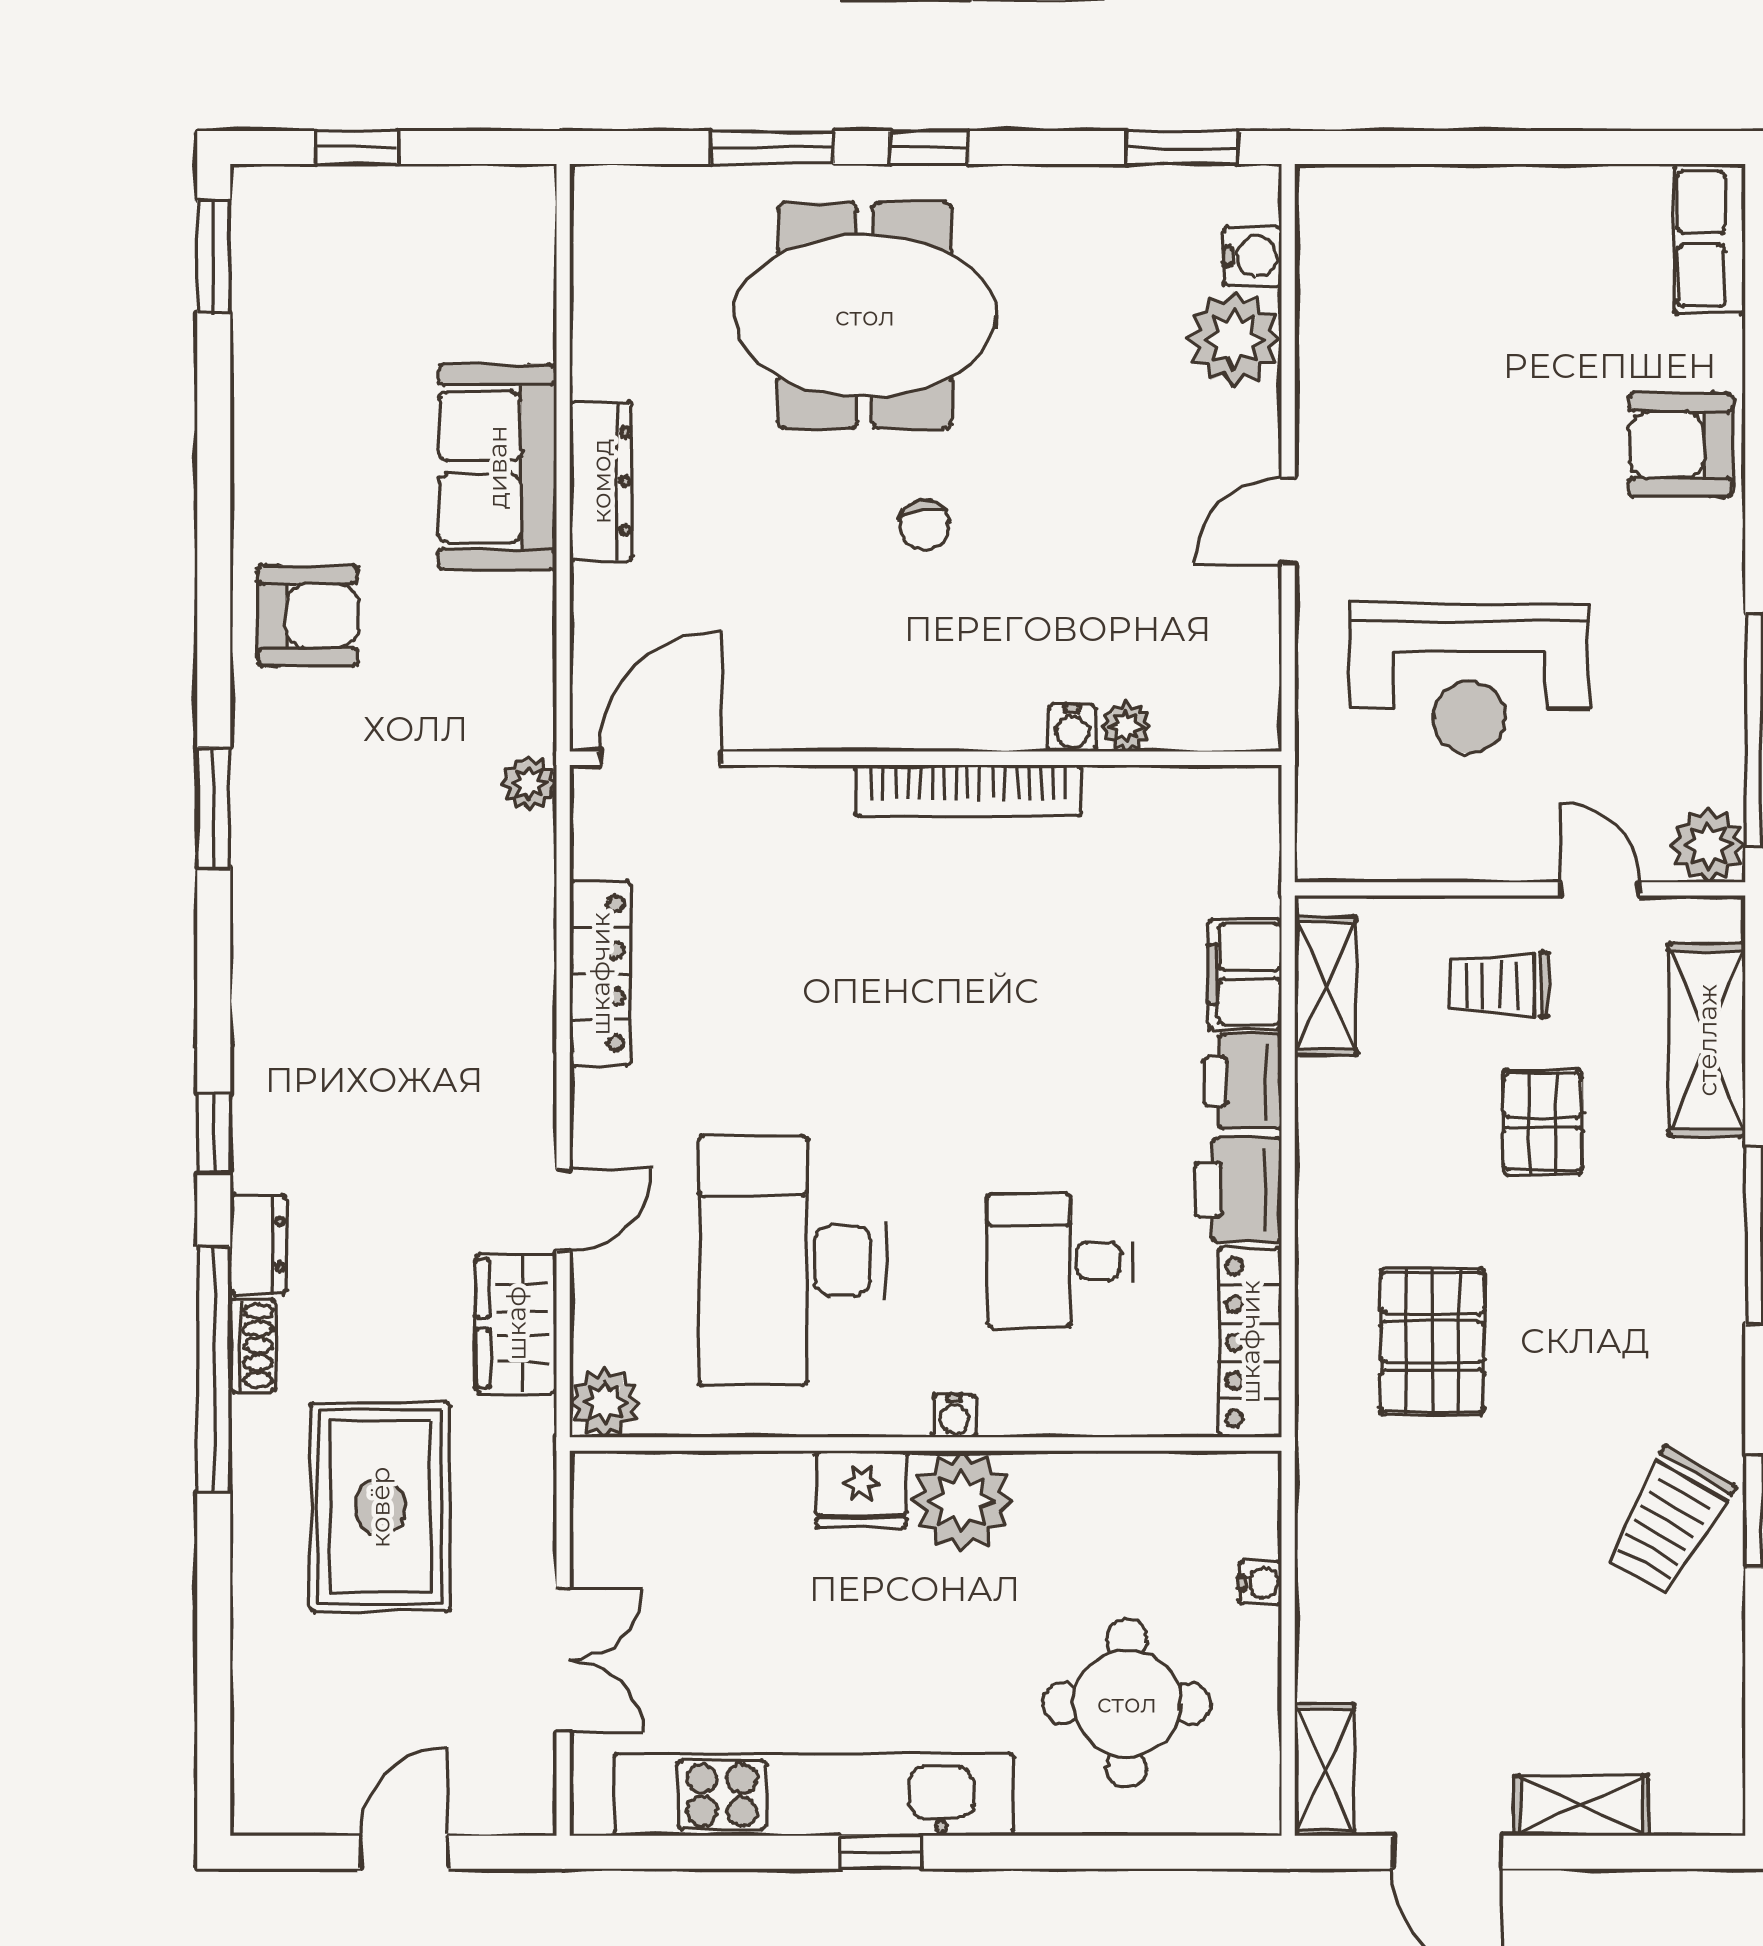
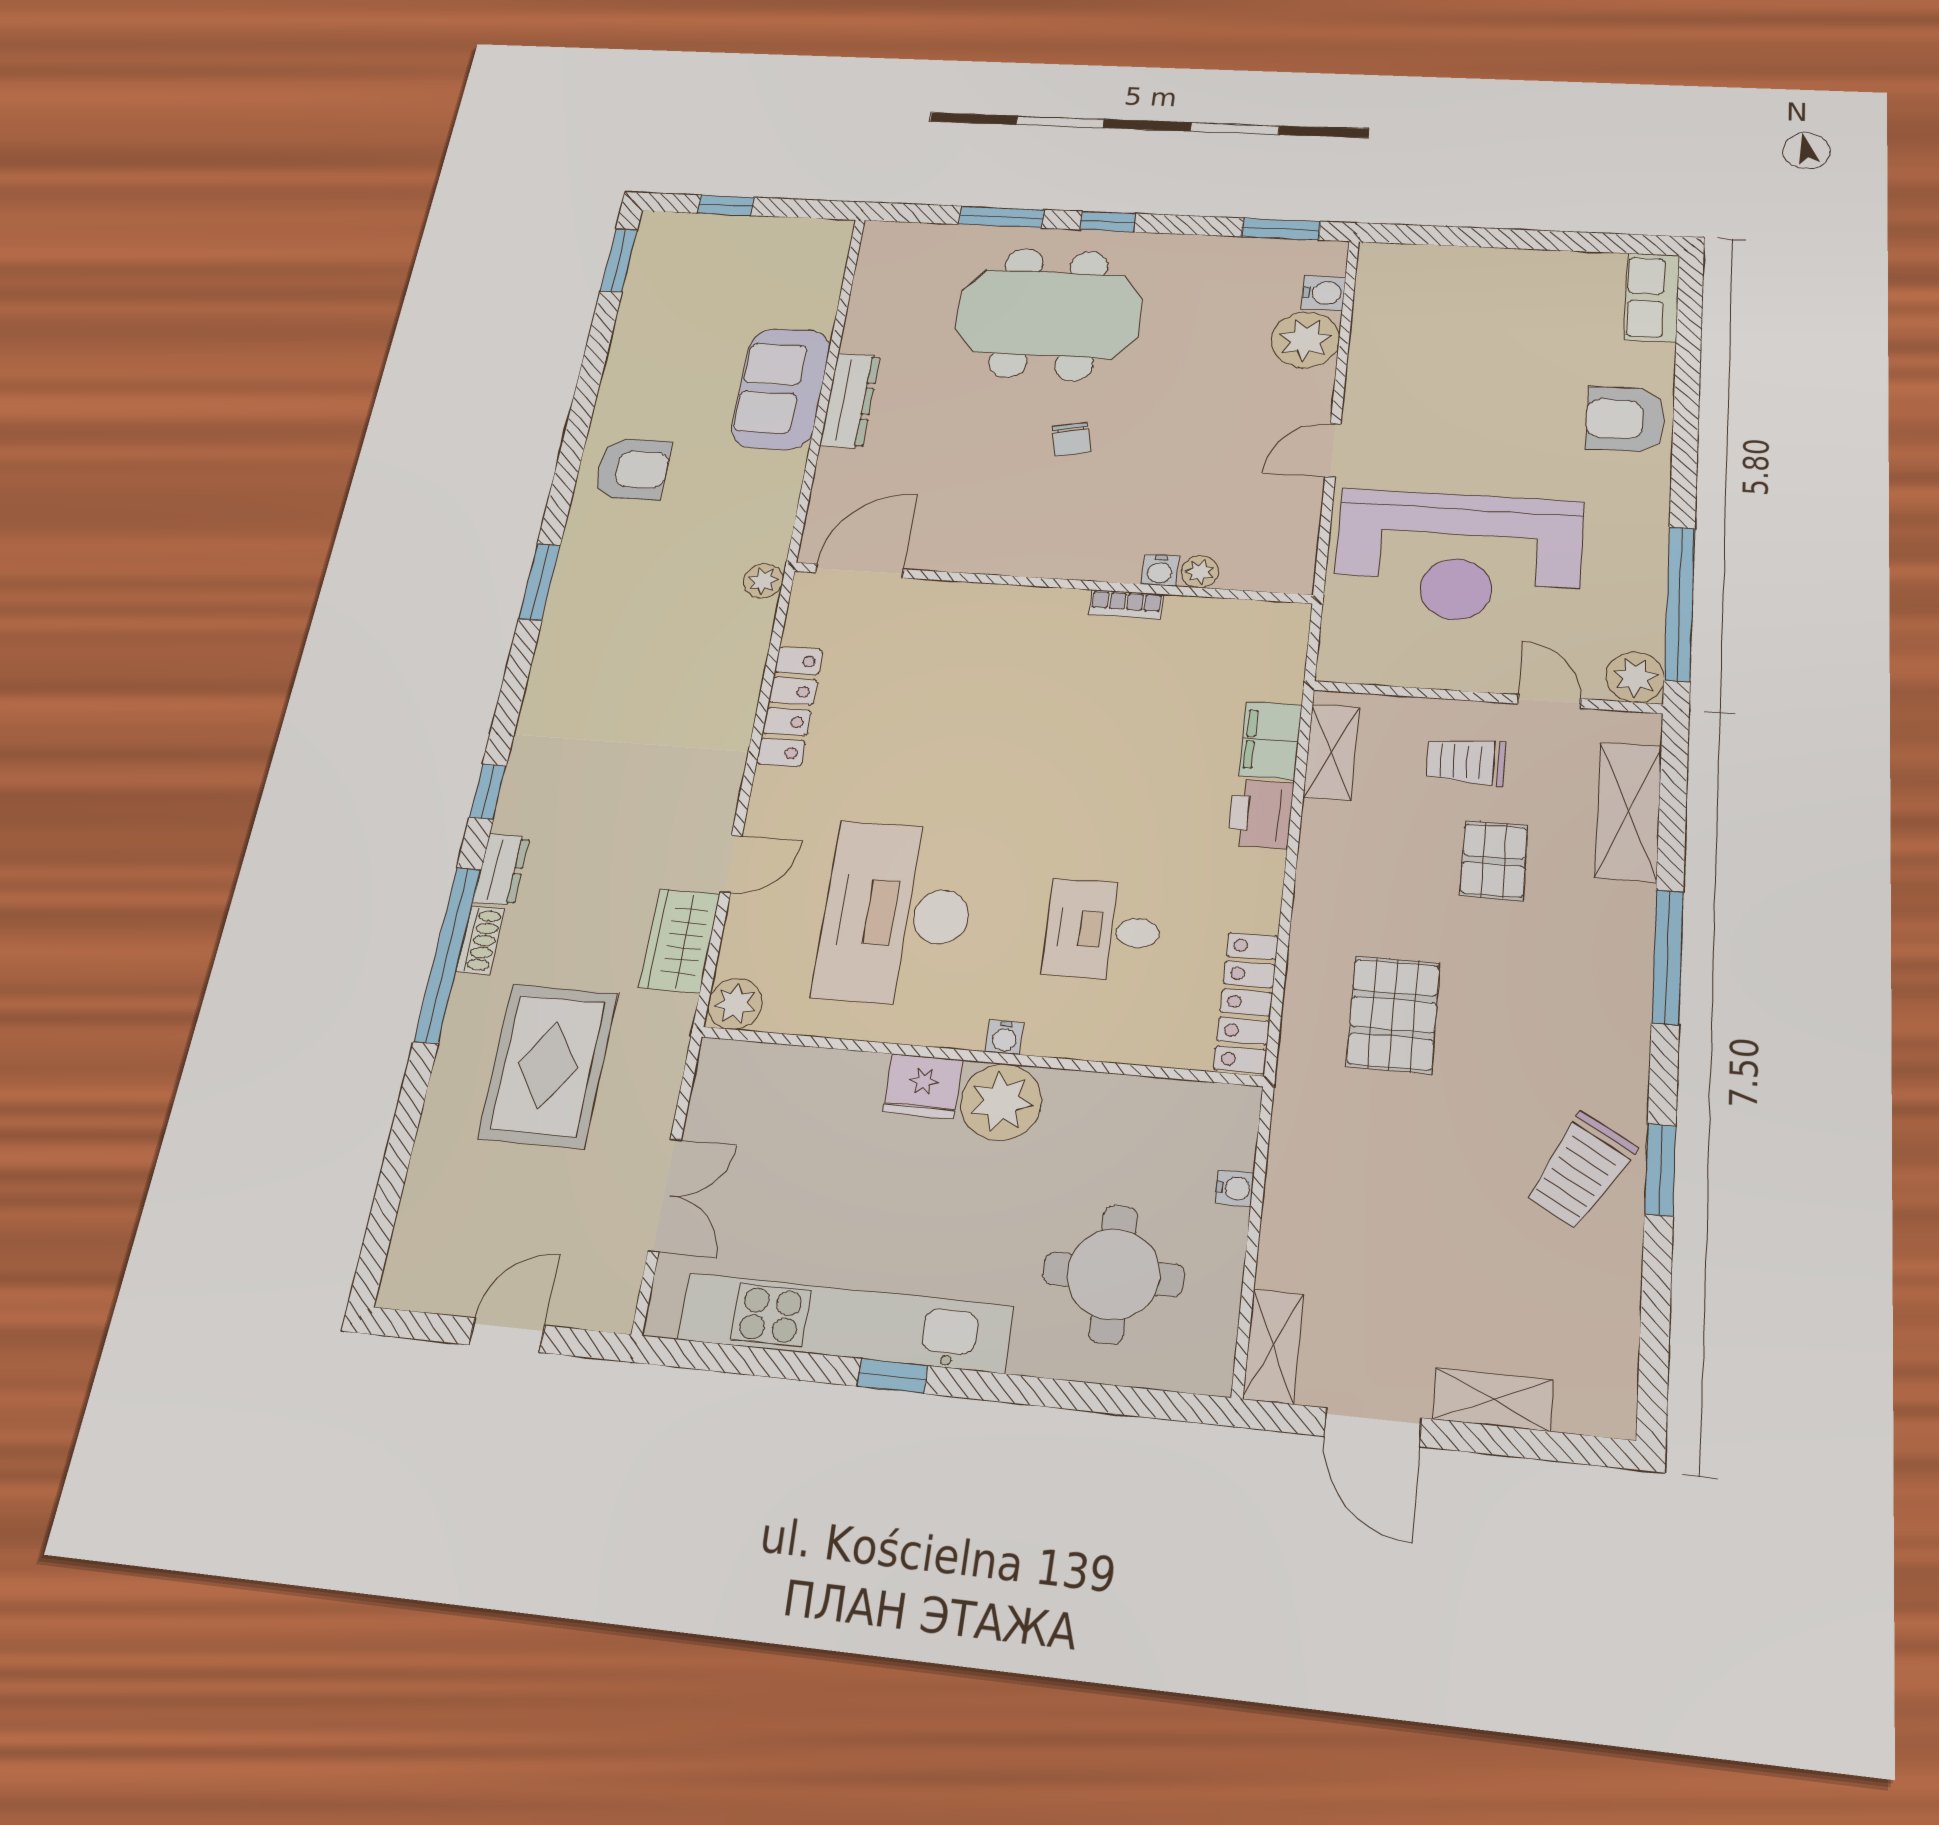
reception desk: (1469, 678) -> (1458, 556), width x1.36, depth x1.30
bookcase: (968, 790) -> (1126, 604), width x0.43, depth x0.76
printer: (1239, 1190) -> (1249, 890), removed

